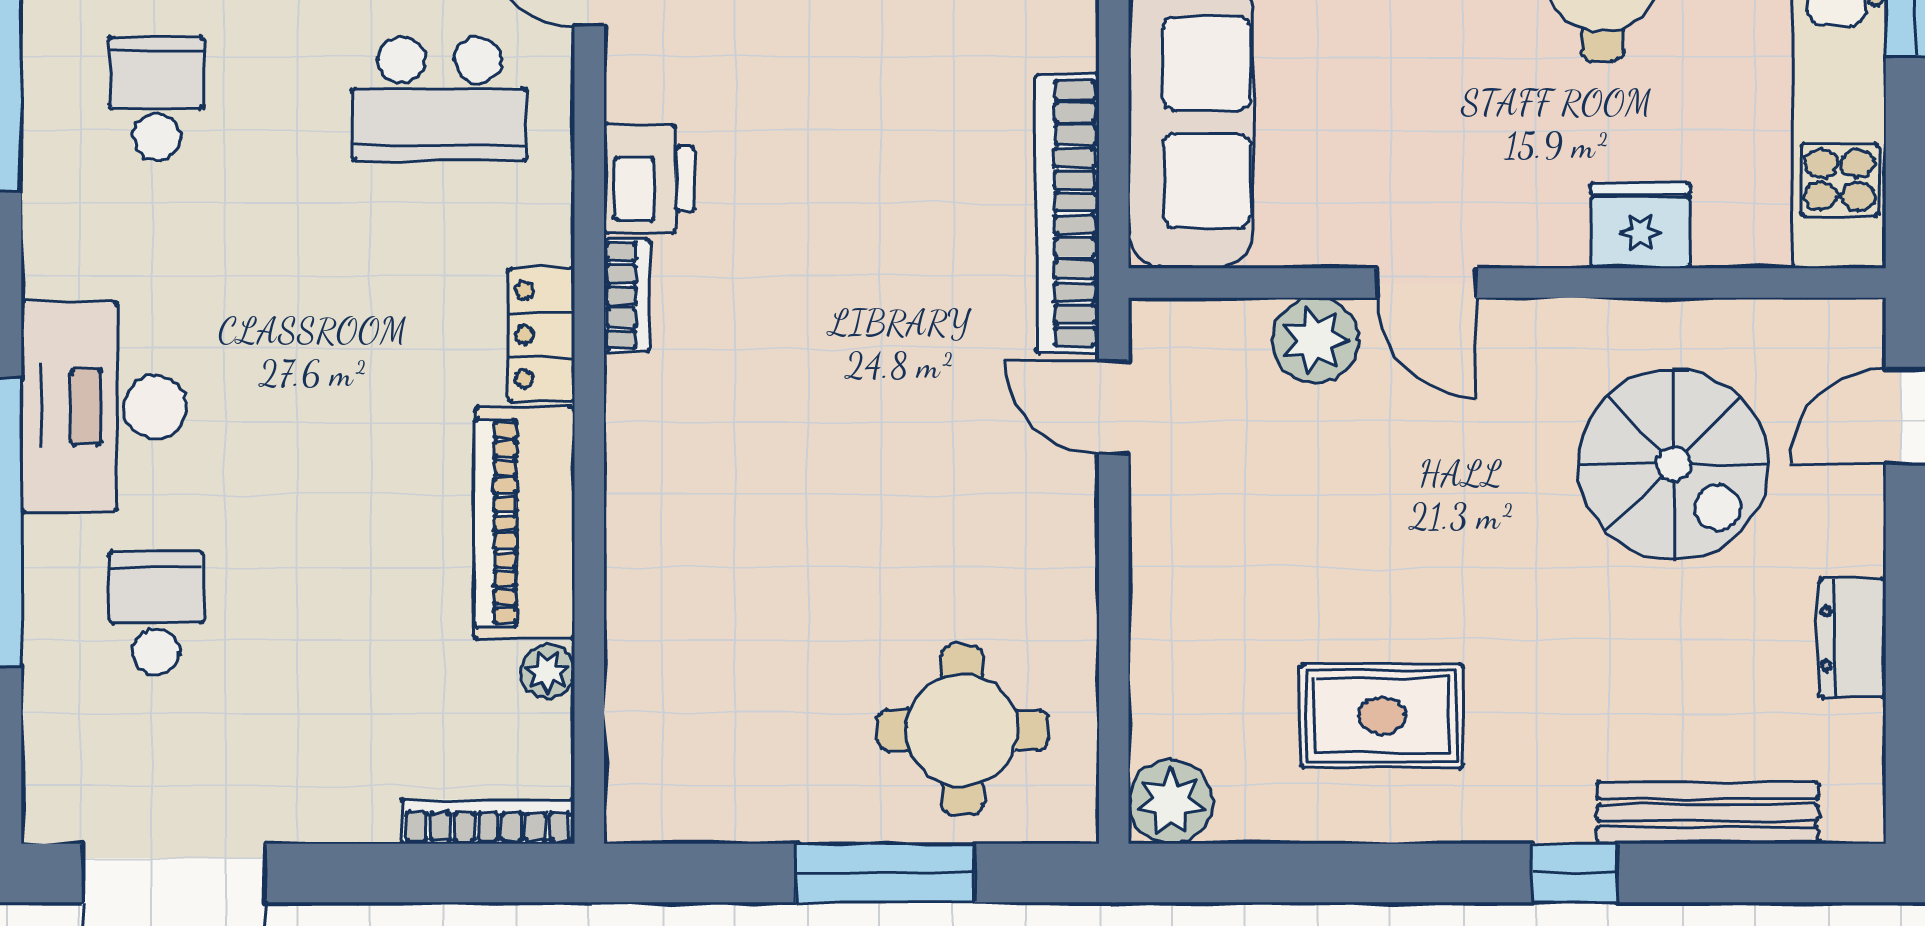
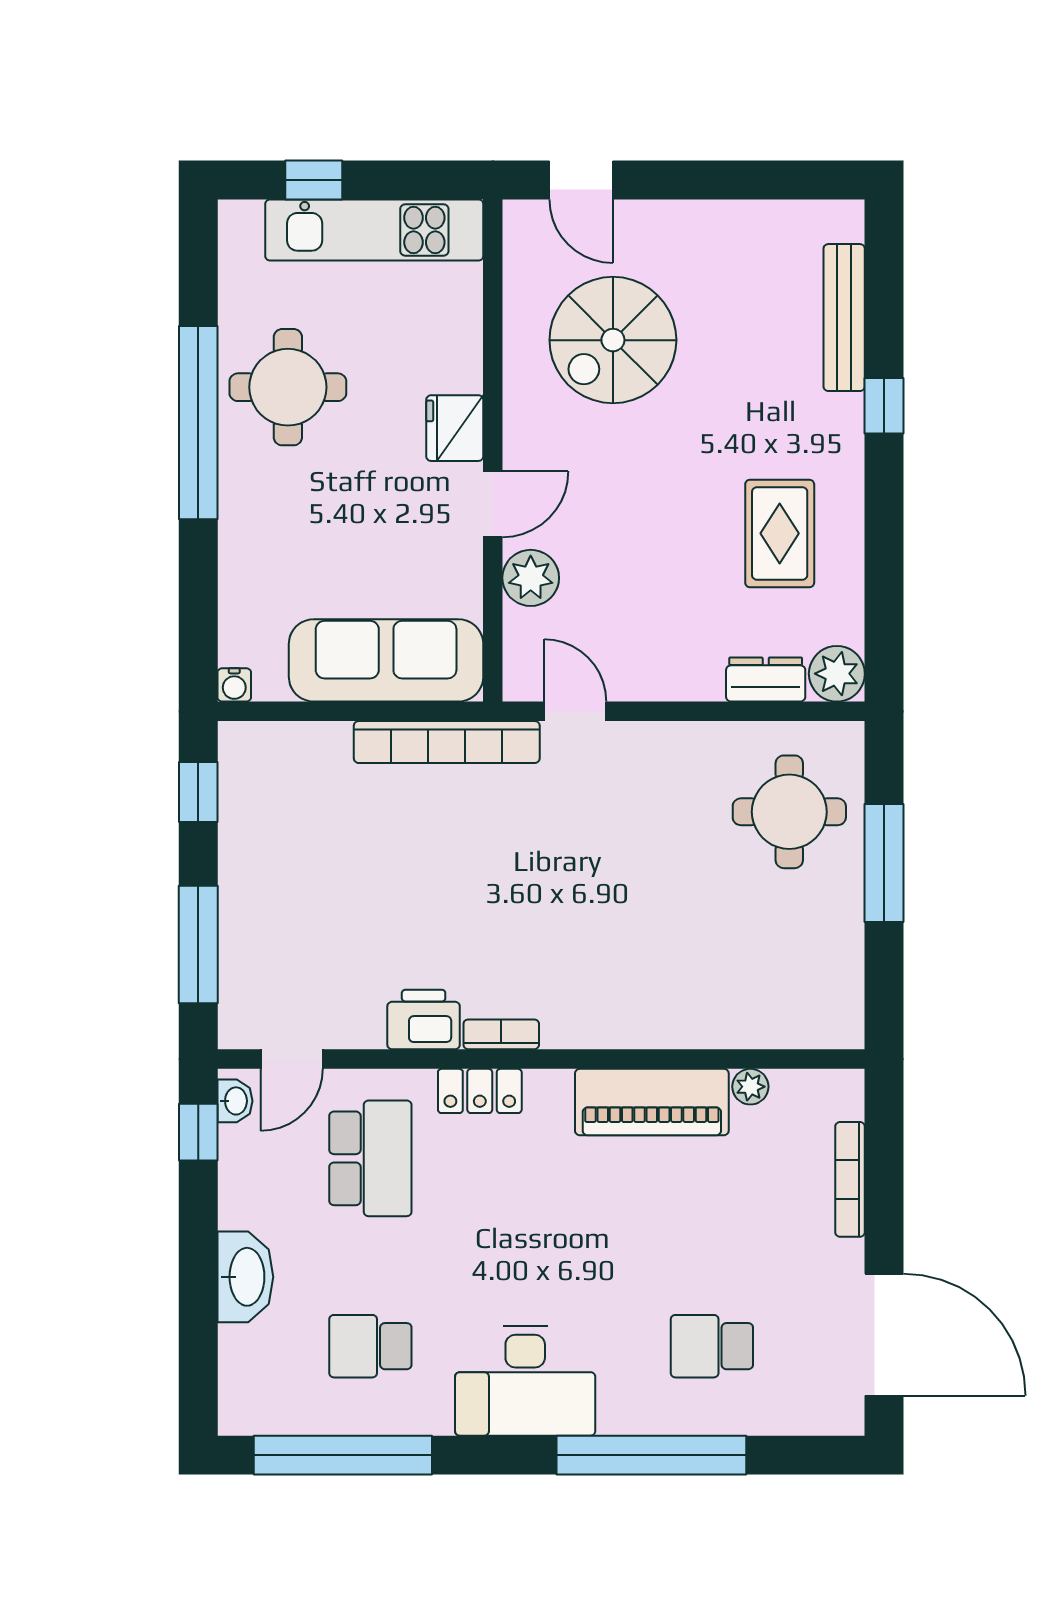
fridge: (1640, 226) -> (455, 428), moved
locker: (541, 335) -> (480, 1091), moved
desk: (104, 407) -> (525, 1381), moved
door: (1114, 407) -> (575, 711), swing flipped
spiral stairs: (1674, 464) -> (613, 340), turned 180
dresser: (1852, 638) -> (766, 679), moved, turned 180
bookcase: (488, 822) -> (850, 1179), moved

